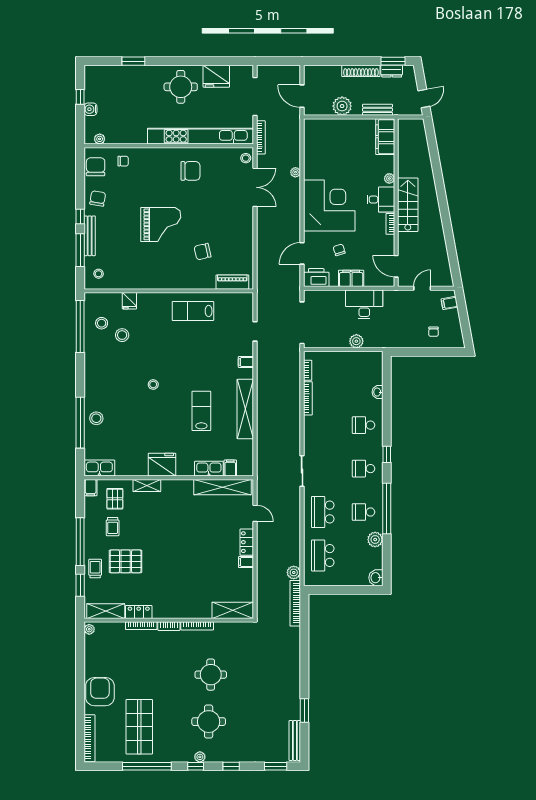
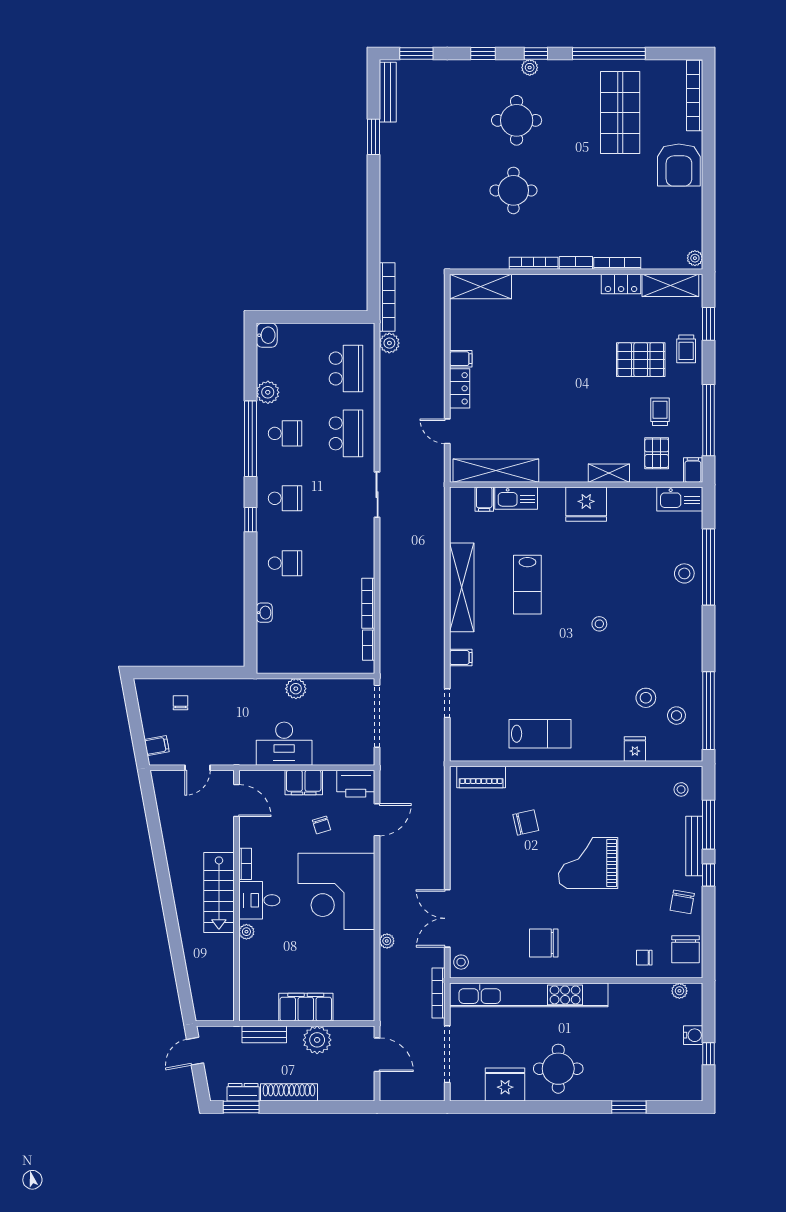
filing cabinet: (385, 137) -> (306, 1007), moved, turned -90
window: (80, 542) -> (709, 420), moved

